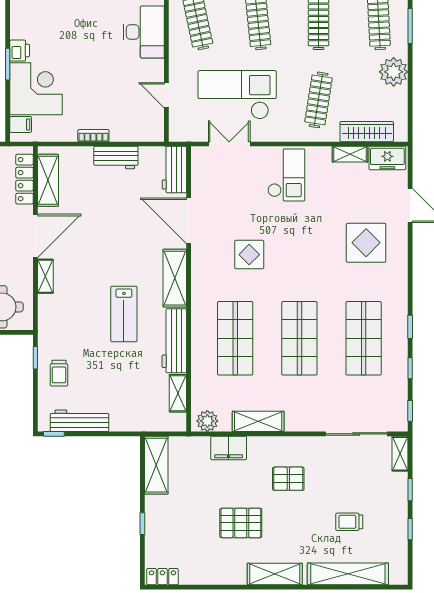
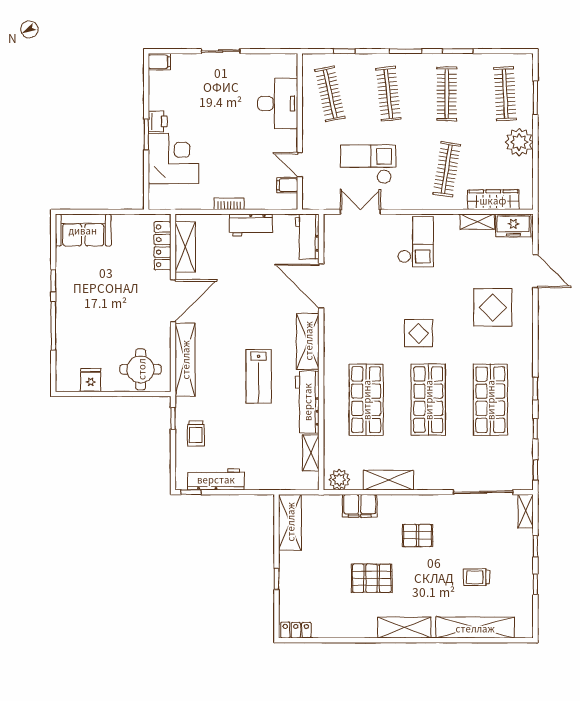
checkout: (237, 95) -> (368, 164), width x0.73, depth x0.83
filing cabinet: (21, 124) -> (287, 185), moved, turned 180
display table: (249, 255) -> (419, 333), moved
shelving: (45, 276) -> (185, 360), width x2.20, depth x1.33

